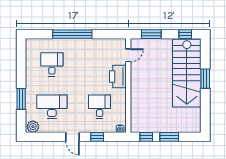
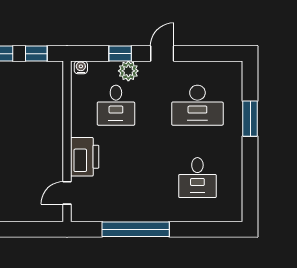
window: (72, 34) -> (136, 229), moved
window: (151, 34) -> (28, 229), removed
plant: (33, 127) -> (128, 71), moved
door: (73, 137) -> (162, 54), hinge flipped

